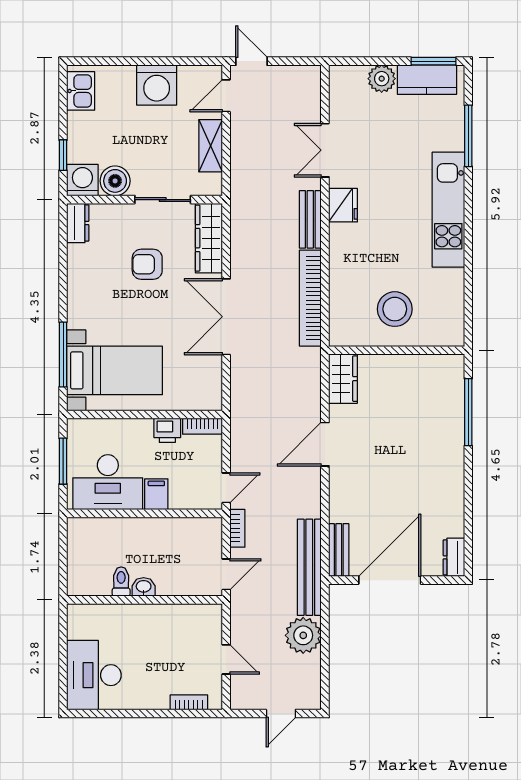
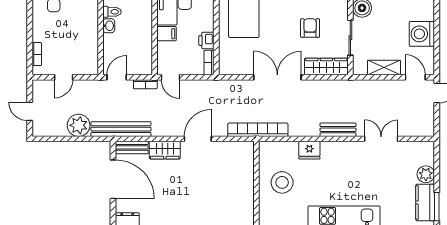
fridge: (343, 205) -> (309, 150), moved
bookcase: (310, 298) -> (258, 130), moved
wardrobe: (343, 379) -> (165, 150), moved
door: (325, 444) -> (198, 139), hinge flipped
door: (226, 574) -> (117, 77), swing flipped

